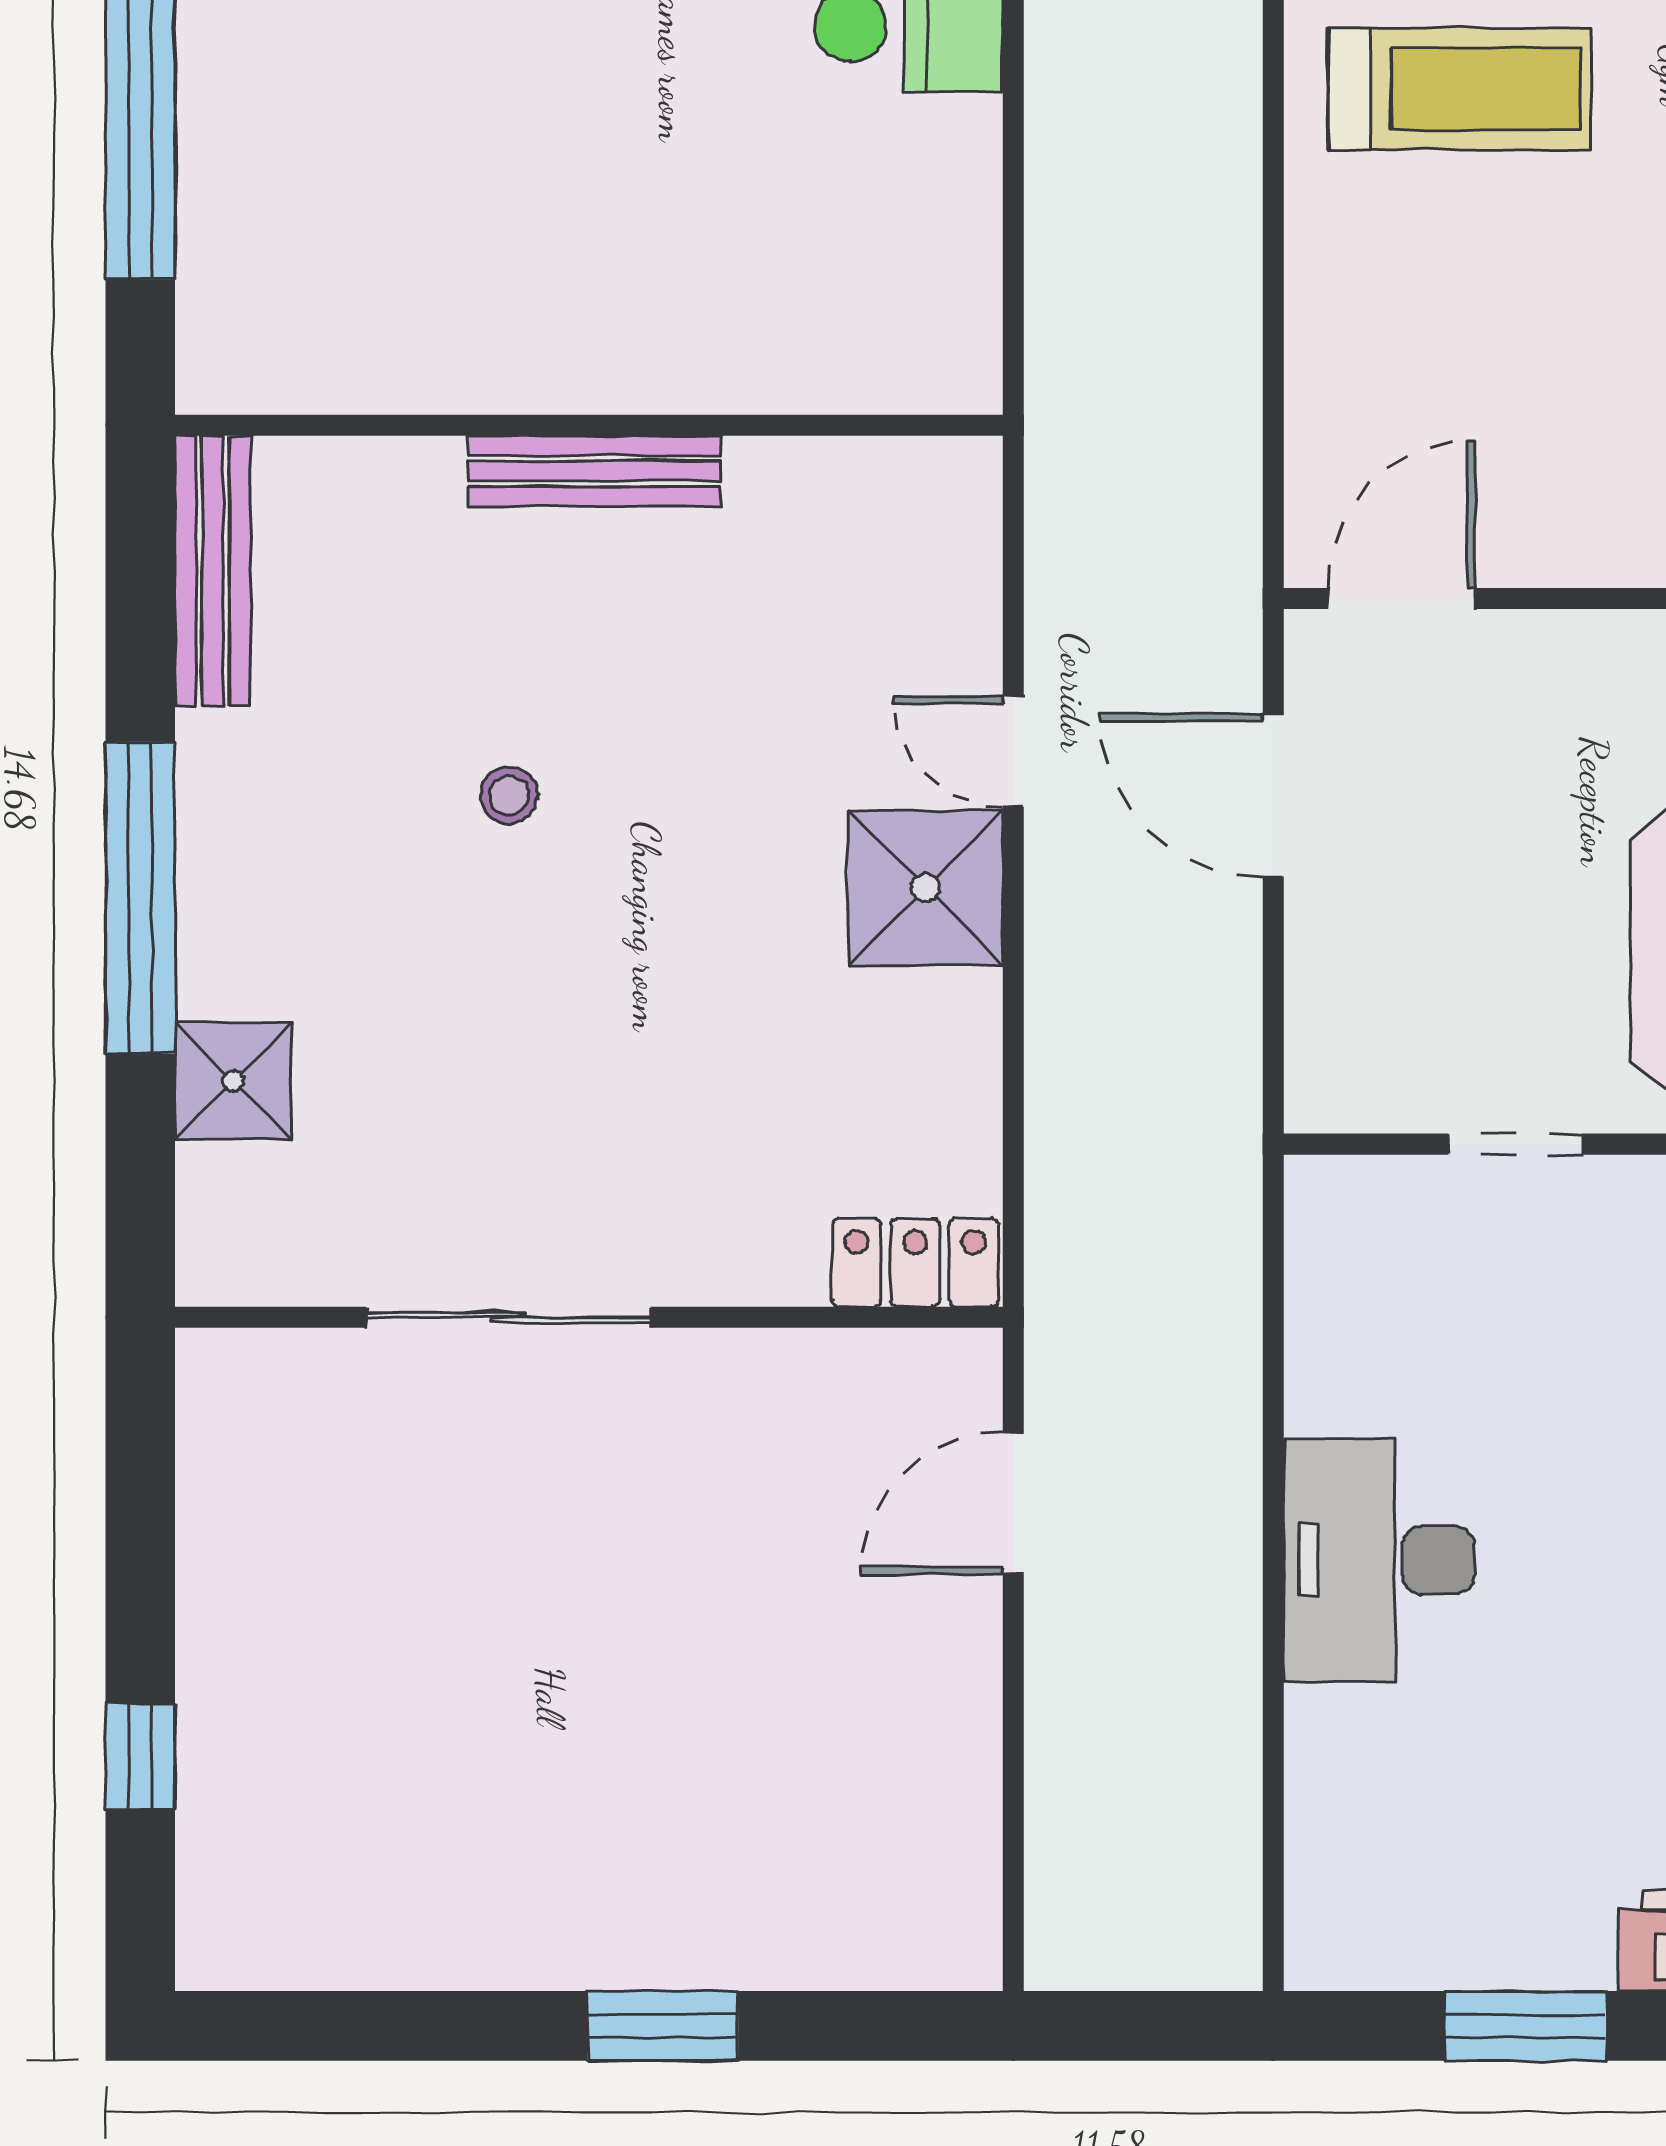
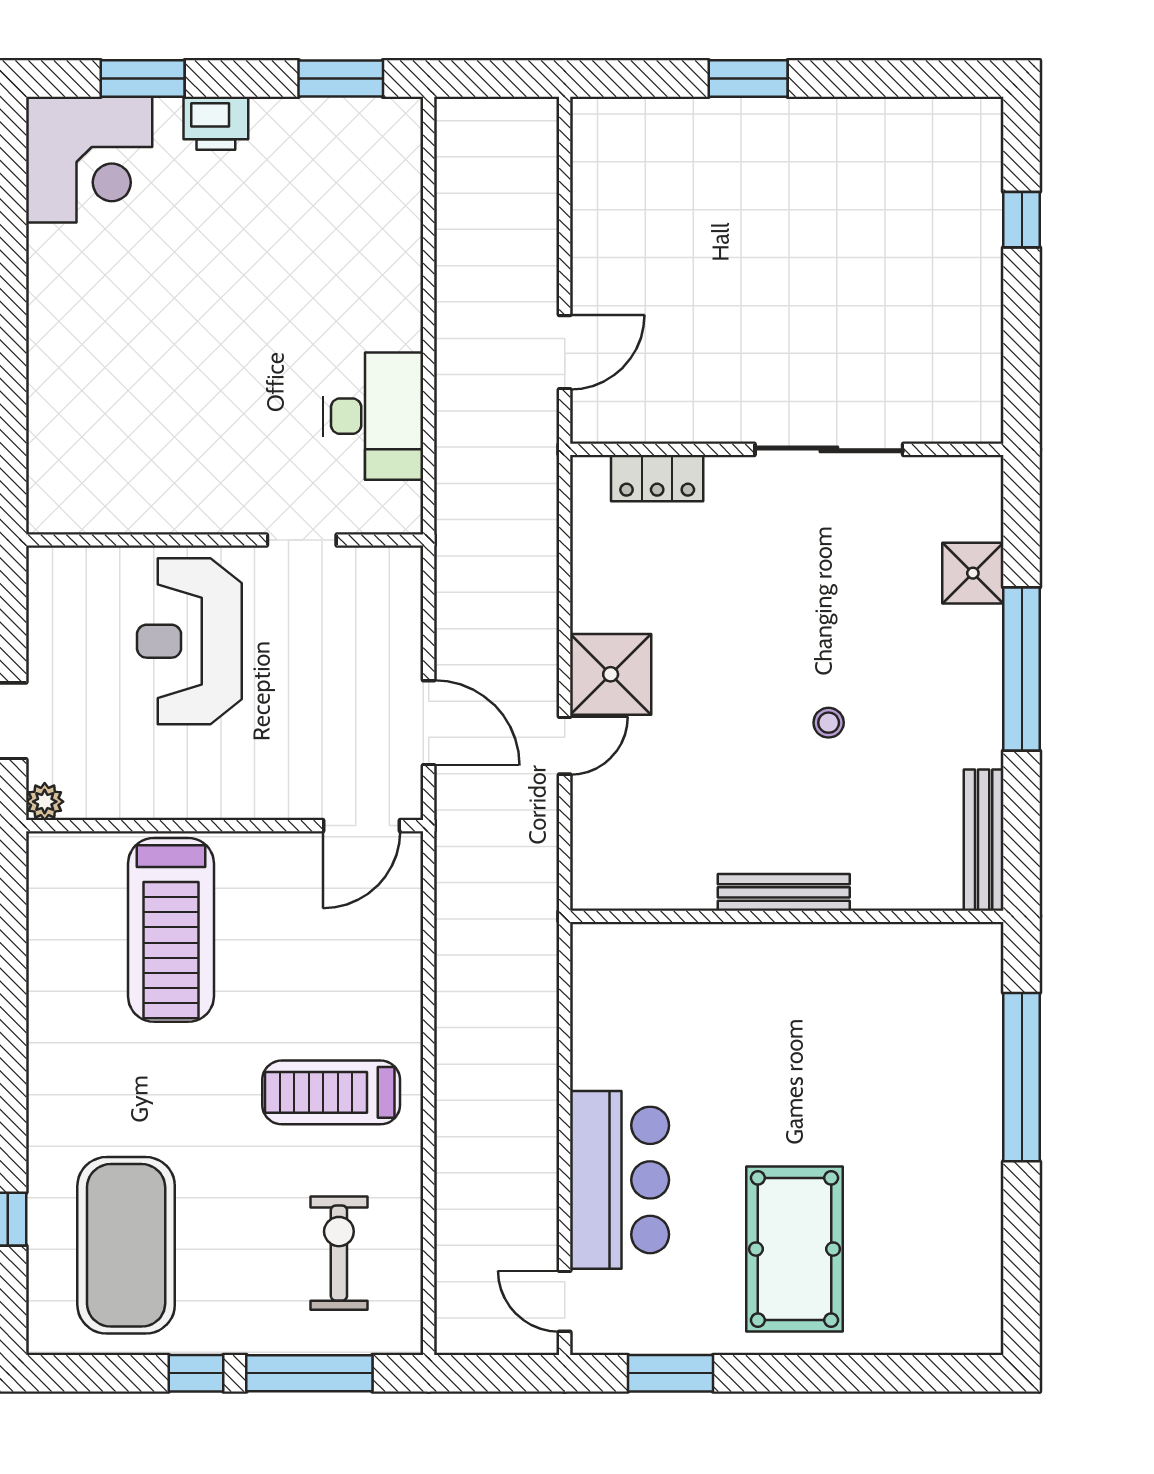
door: (1013, 751) -> (565, 746), hinge flipped
locker: (915, 1263) -> (657, 478), moved
desk: (1379, 1560) -> (373, 416), moved
window: (1525, 2026) -> (341, 79), moved

